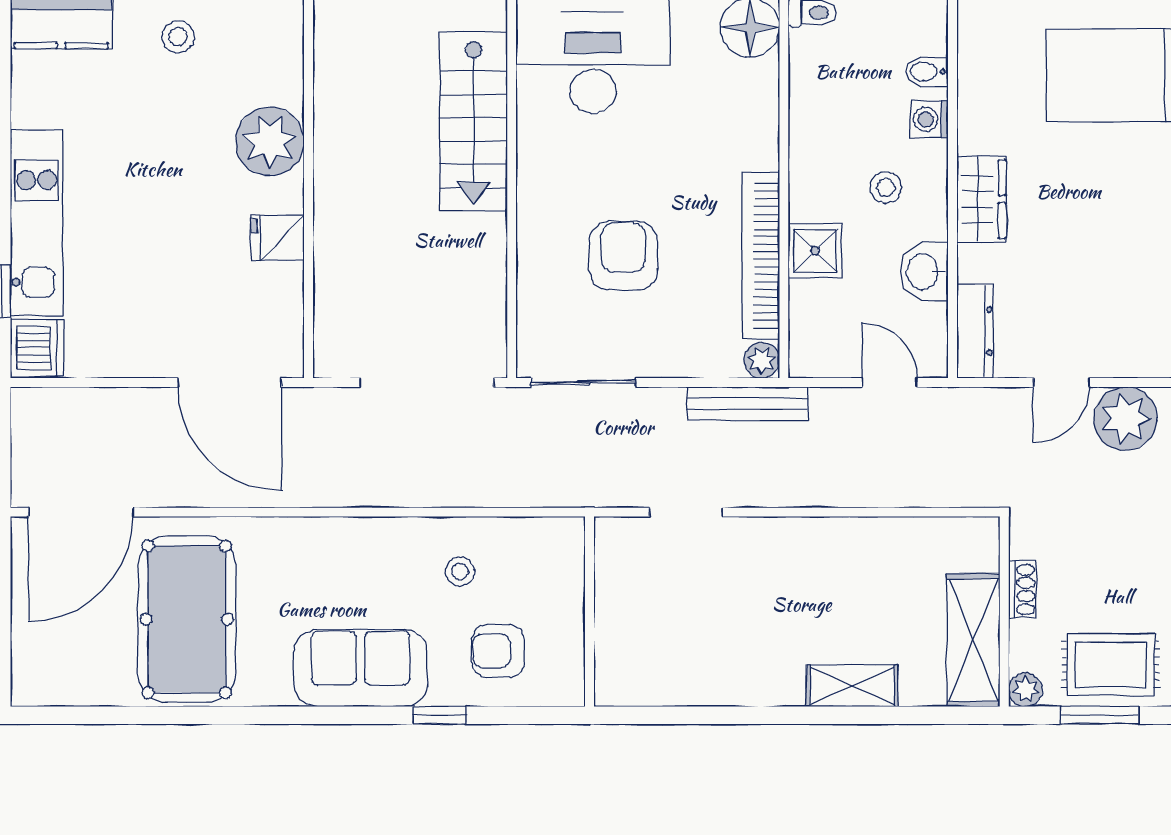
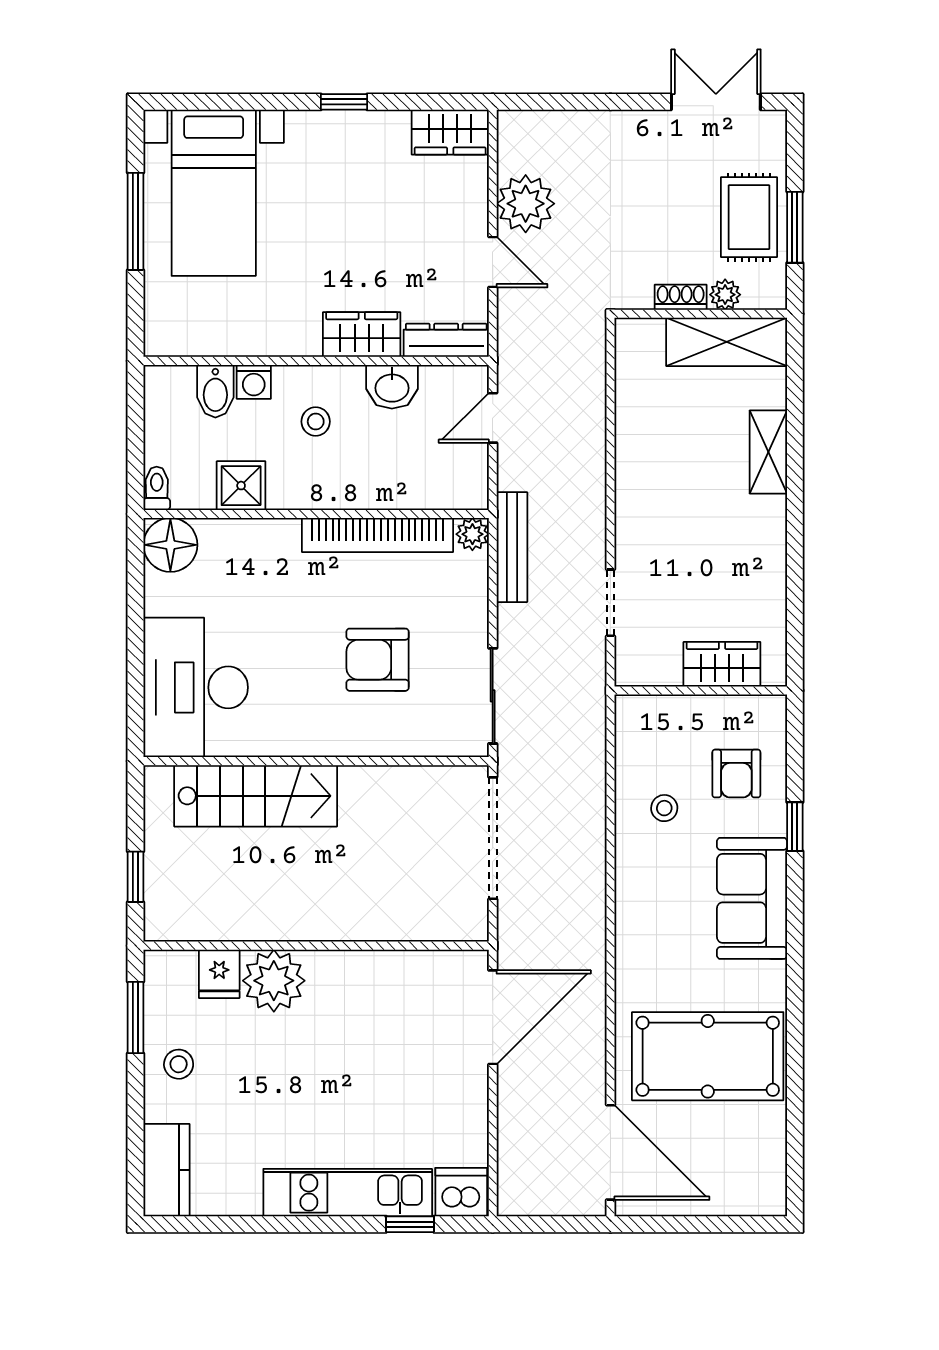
bidet: (927, 72) -> (215, 391), width x1.38, depth x1.36
wardrobe: (981, 199) -> (362, 335), moved
fridge: (277, 238) -> (219, 974), moved
shower: (815, 251) -> (241, 486), moved
wardrobe: (618, 635) -> (722, 664), added
plant: (1026, 690) -> (725, 295), moved

